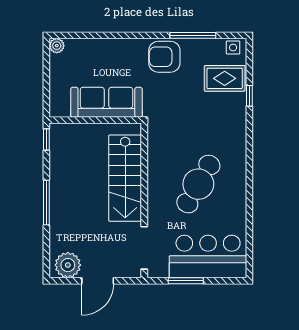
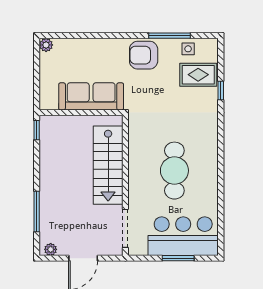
side table: (233, 48) -> (188, 49), moved
cafe table: (198, 184) -> (174, 171), turned -30
window: (46, 203) -> (37, 212), moved
plant: (68, 265) -> (51, 249), width x0.53, depth x0.53
window: (186, 281) -> (178, 258), moved

